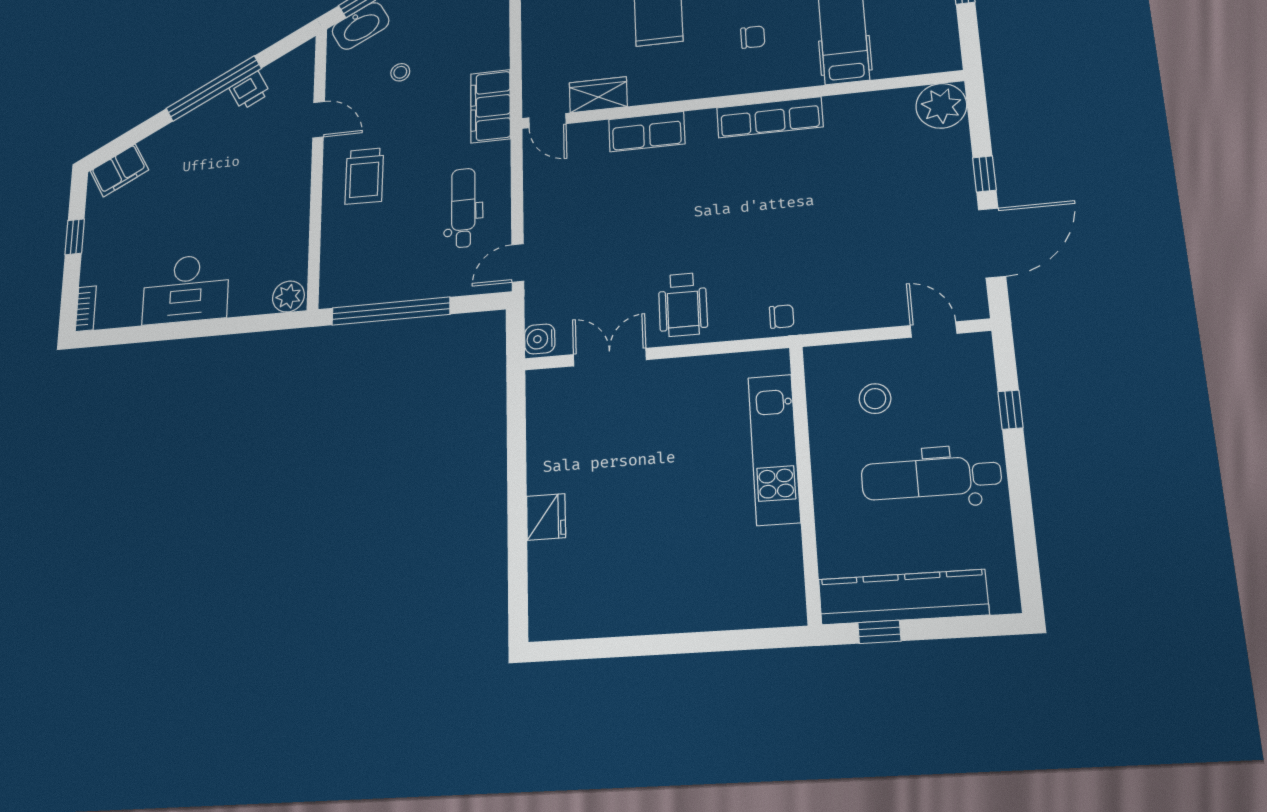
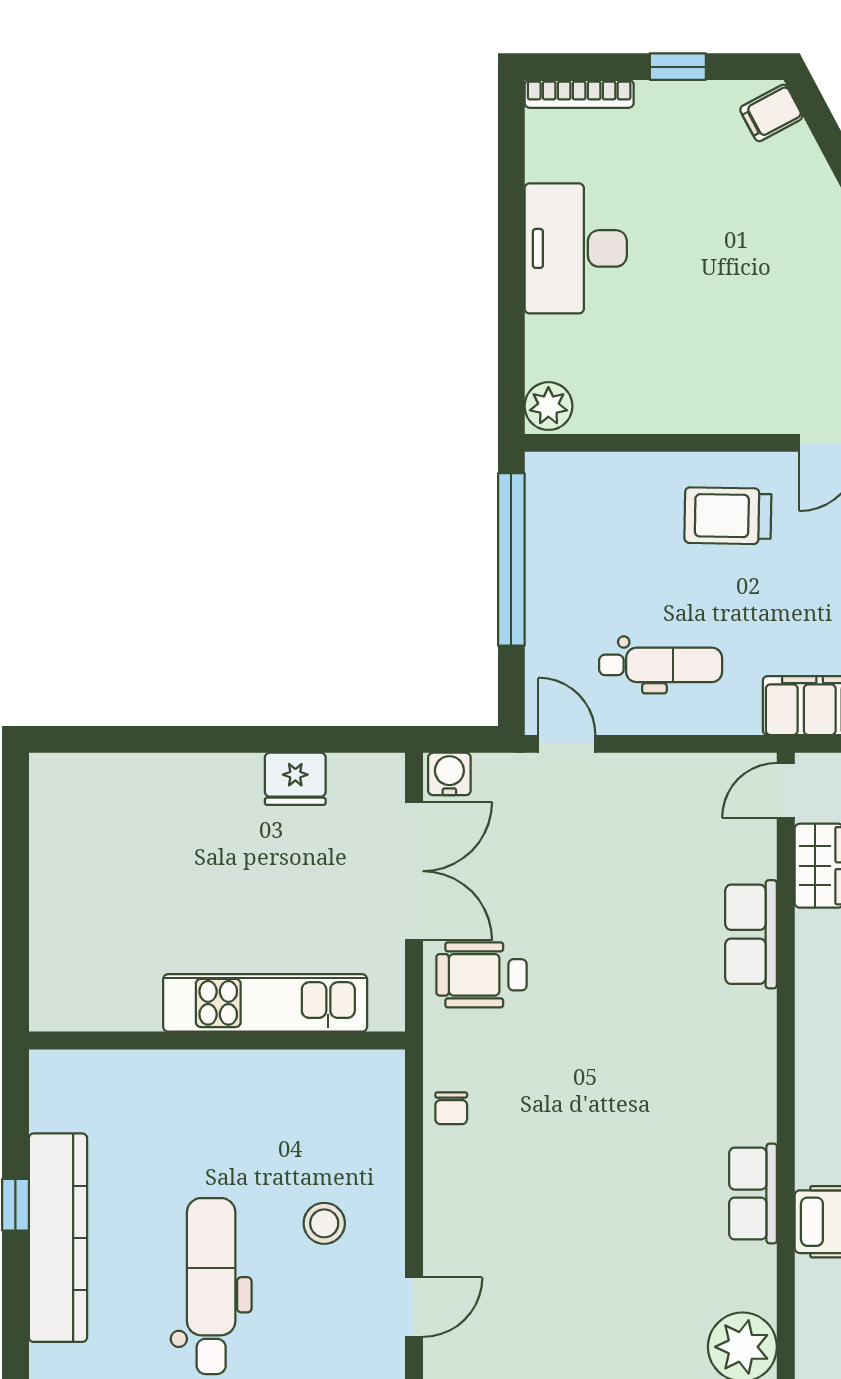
row of seats: (770, 117) -> (753, 1194), moved, width x0.68
filing cabinet: (119, 170) -> (771, 113), width x0.50
bookcase: (86, 309) -> (579, 94), width x1.56
double door: (610, 357) -> (414, 871), width x1.37
kitchen unit: (774, 449) -> (265, 1003), moved
wall: (805, 482) -> (217, 1040), moved
fridge: (546, 517) -> (295, 779), moved

